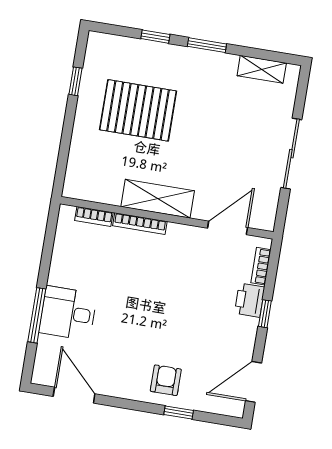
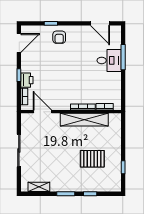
pallet: (138, 110) -> (92, 159), width x0.73, depth x0.71
shelving: (158, 199) -> (84, 120), width x1.47
door: (228, 228) -> (42, 112), swing flipped

